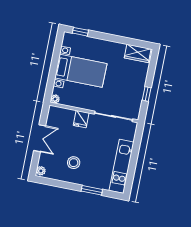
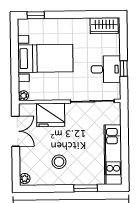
desk: (131, 91) -> (106, 69), added
fridge: (81, 119) -> (51, 115), width x1.88, depth x1.34
double door: (40, 138) -> (15, 131), moved

